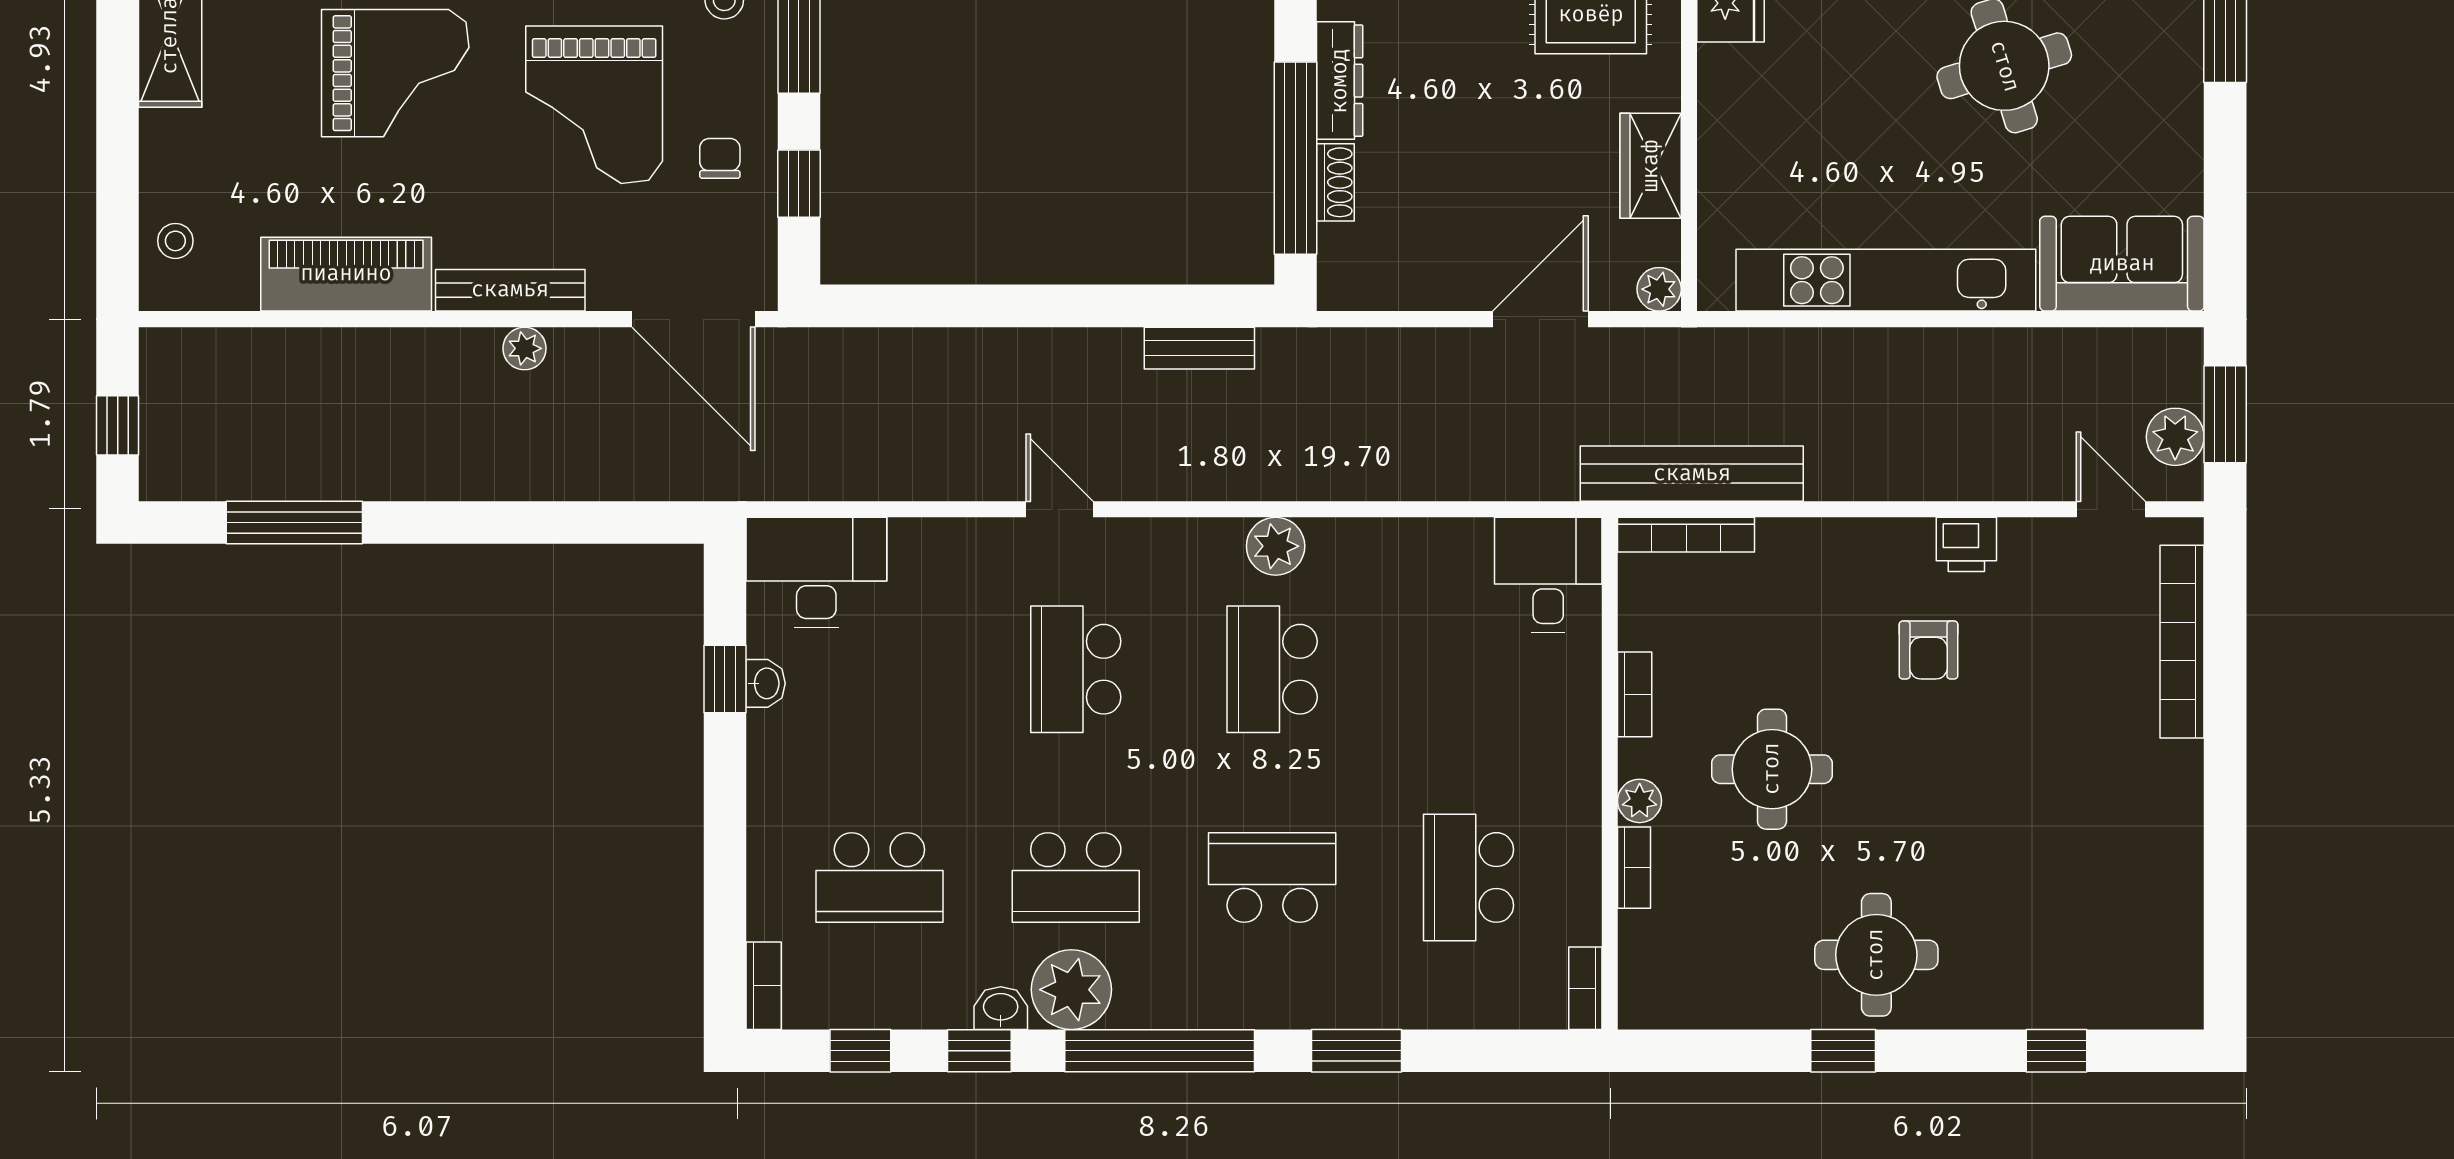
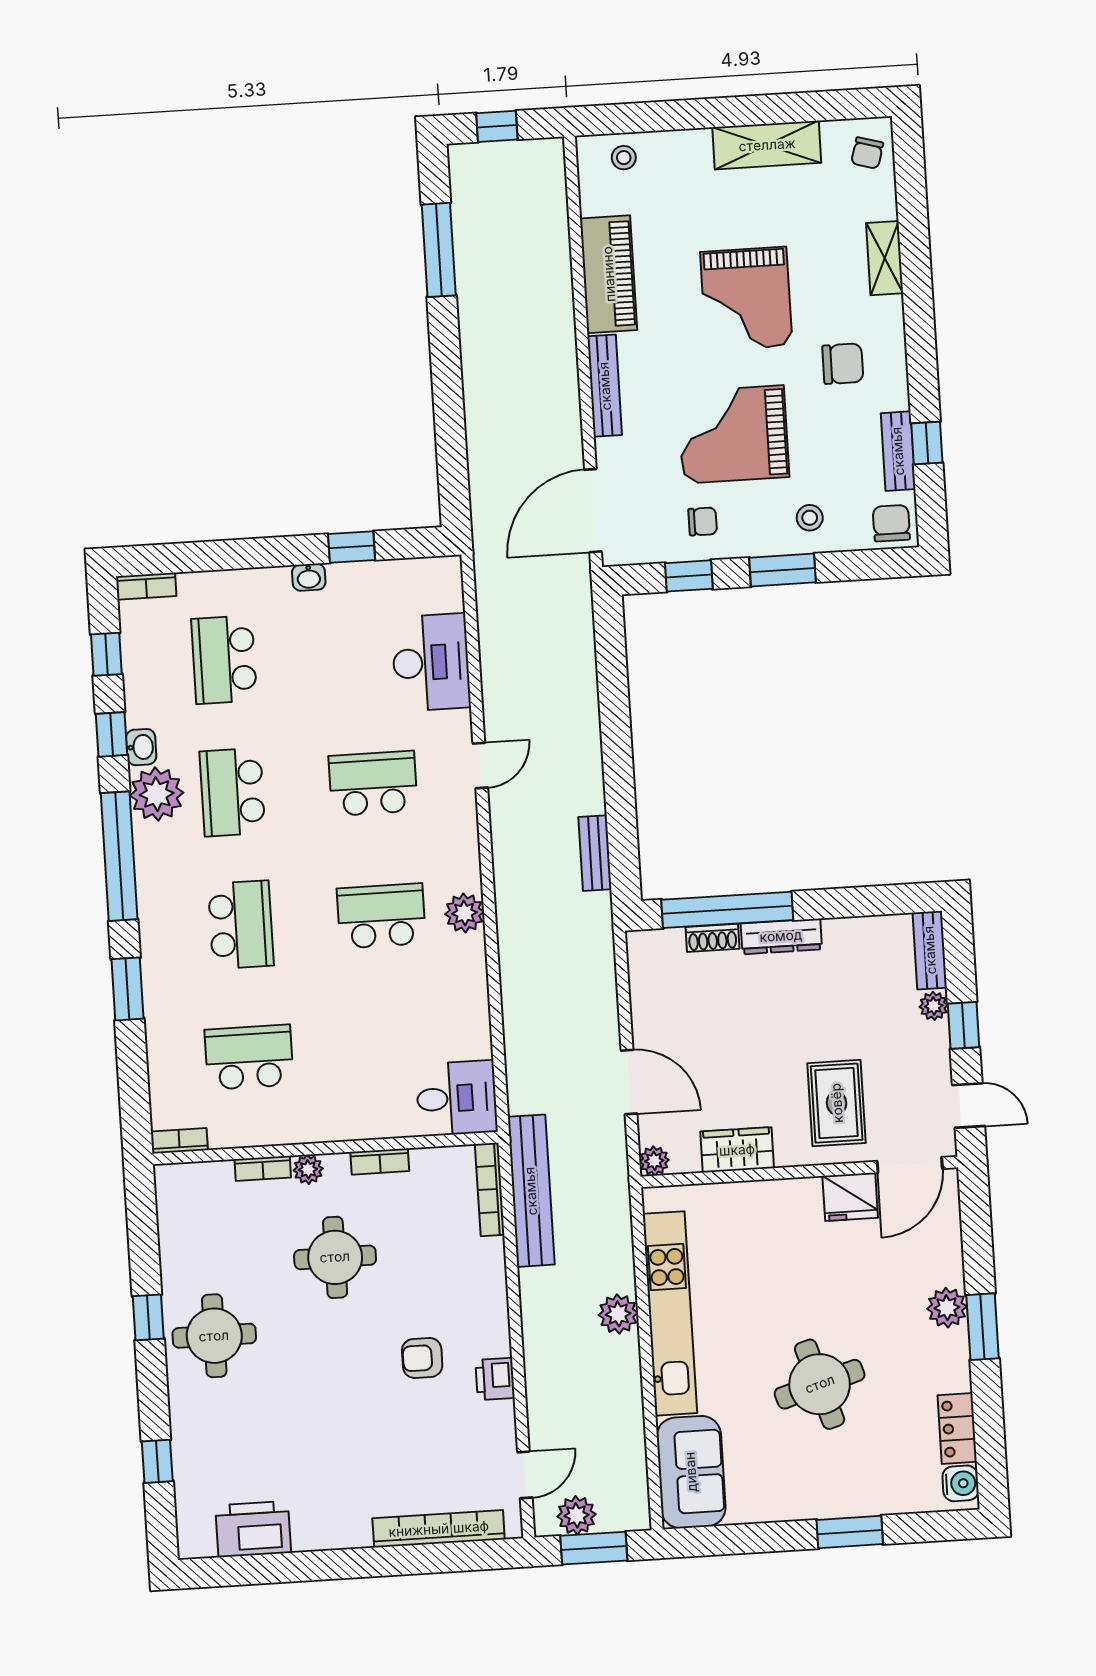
plant: (525, 348) -> (618, 1314), moved, width x1.38, depth x1.38
desk: (816, 572) -> (431, 662), moved
washbasin: (766, 683) -> (309, 577), moved
printer: (2165, 915) -> (253, 1529), added

